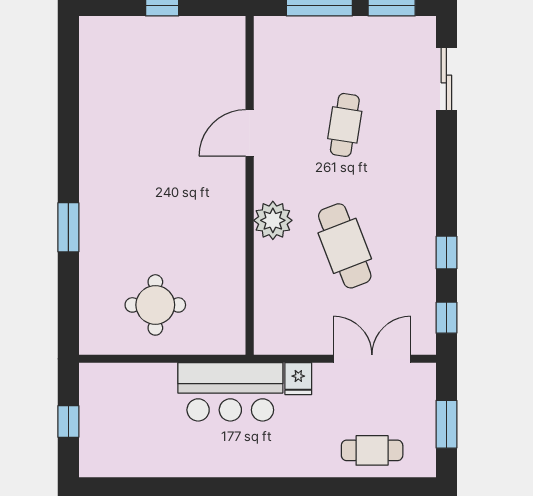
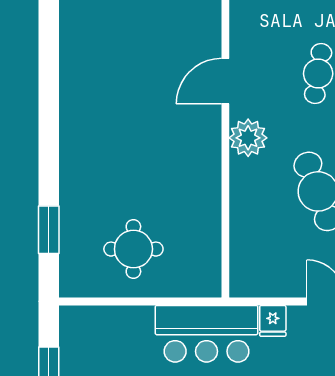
plant: (273, 220) -> (248, 138), moved
window: (68, 227) -> (49, 230), moved

